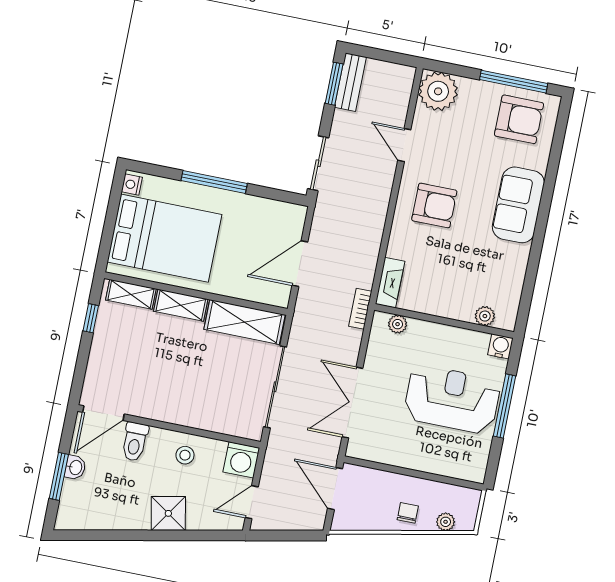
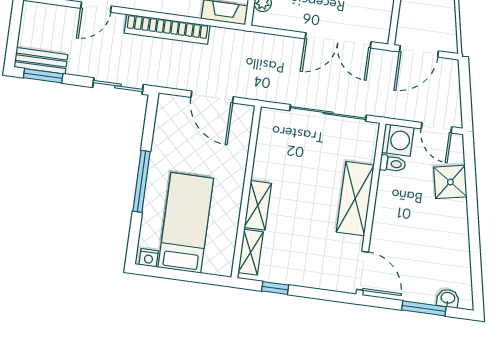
bed: (164, 238) -> (186, 223), width x0.67
bookcase: (360, 309) -> (167, 29), moved, width x2.31, depth x1.31
shelving: (244, 322) -> (355, 199), moved
toilet: (135, 442) -> (393, 164), moved, width x0.73, depth x0.72
stool: (185, 455) -> (397, 193), removed
washbasin: (75, 467) -> (448, 298), moved
shower: (168, 513) -> (450, 182), moved

